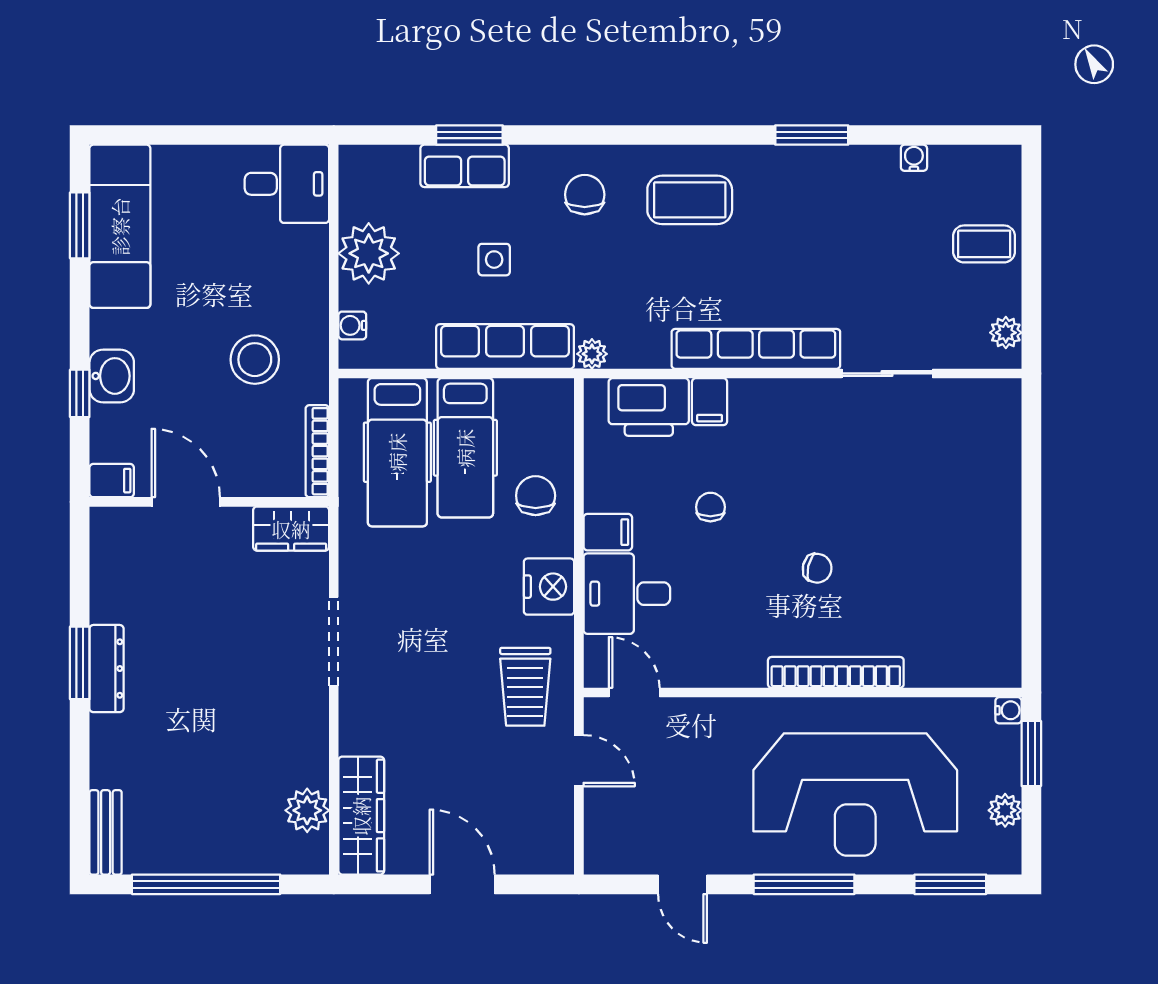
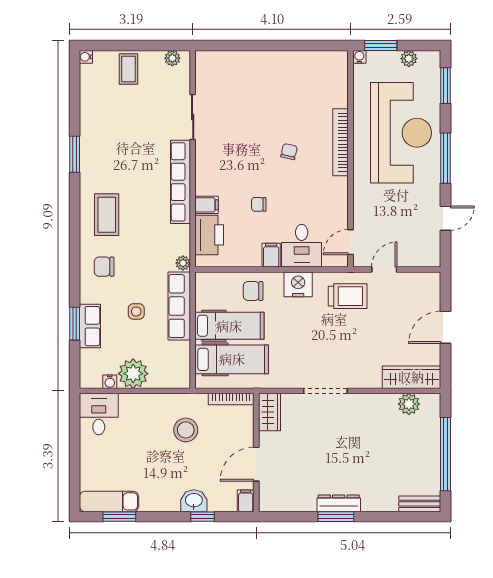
water cooler: (914, 158) -> (86, 57), moved
exam couch: (120, 226) -> (109, 501), width x0.73, depth x0.69
water cooler: (352, 325) -> (110, 382), moved

